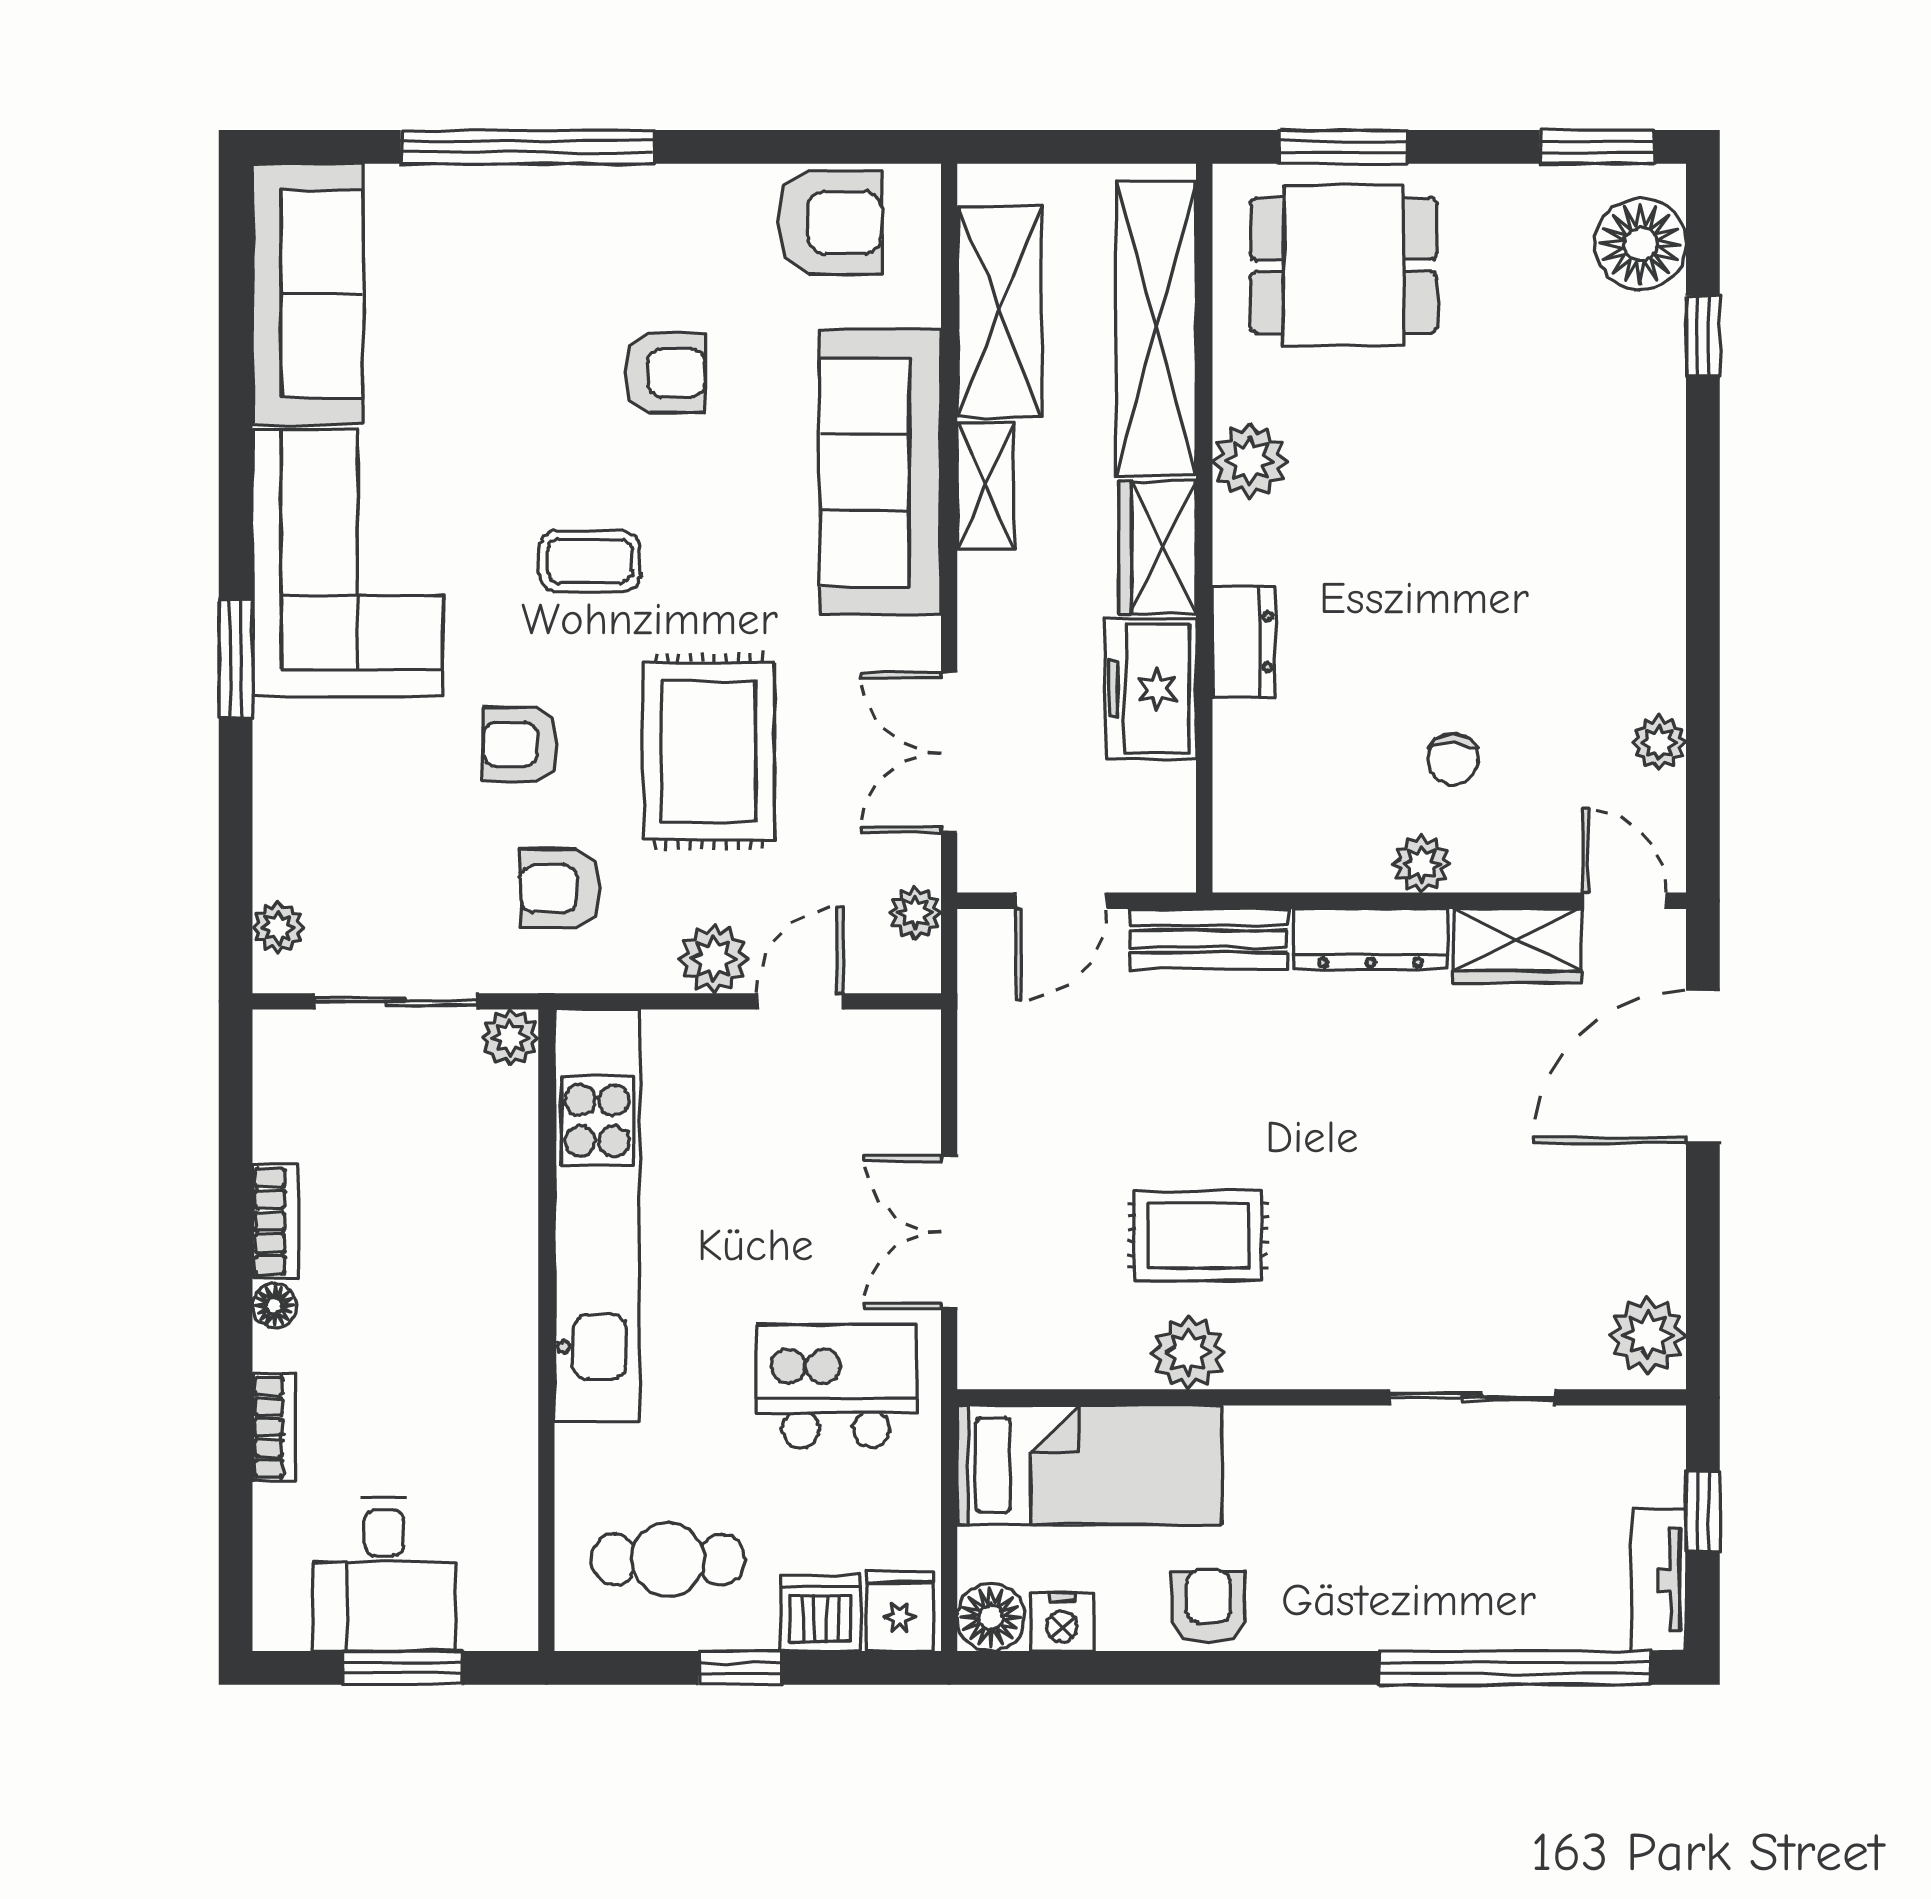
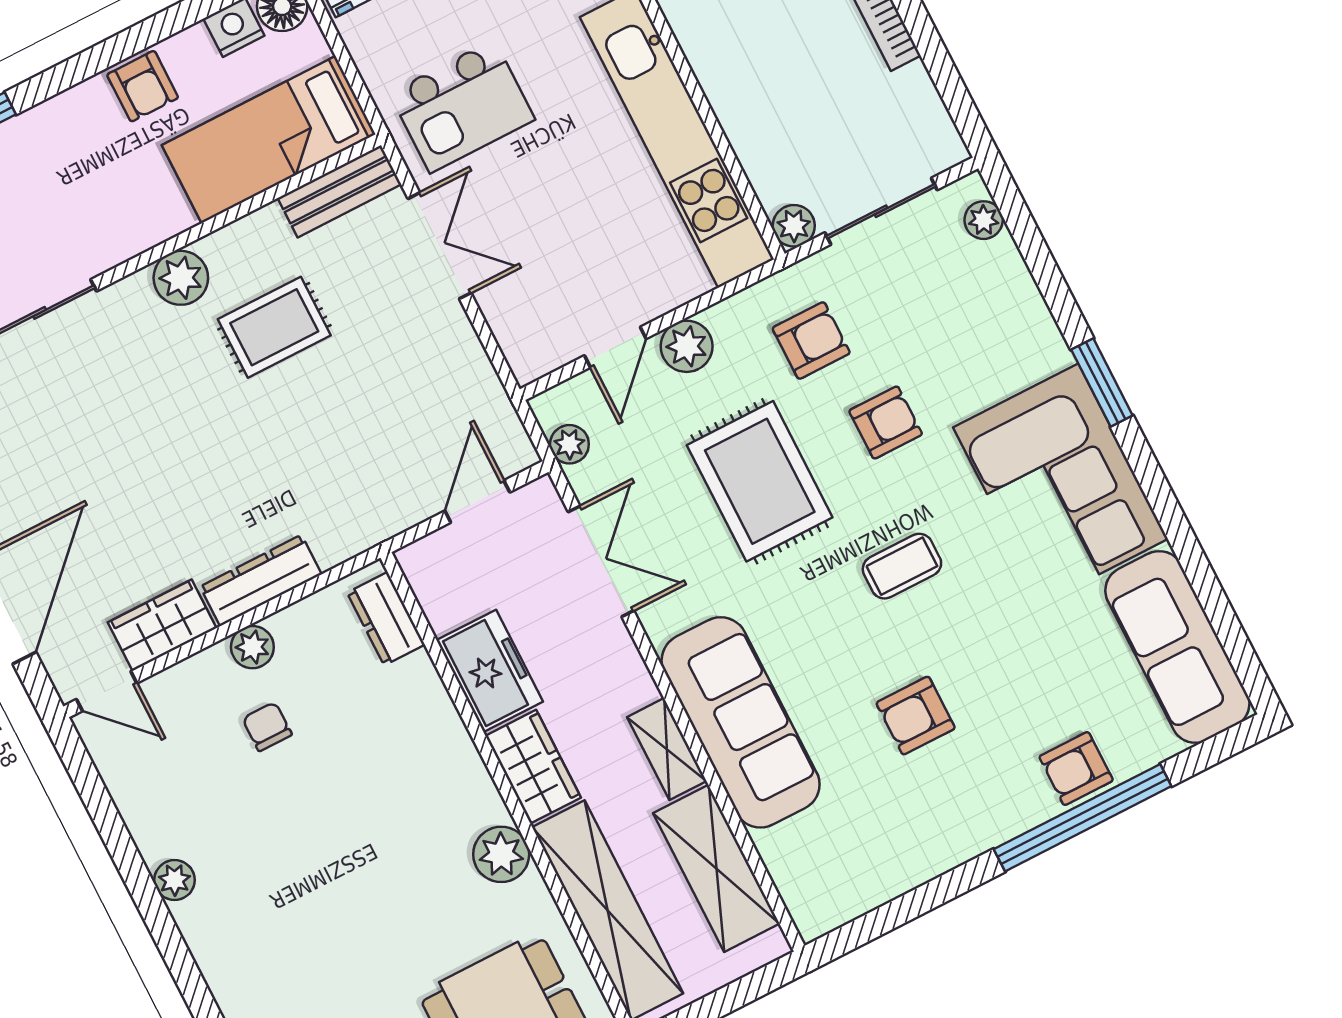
armchair: (830, 222) -> (1076, 769), moved, width x0.72, depth x0.72
dresser: (1243, 642) -> (386, 619), moved
plant: (1659, 743) -> (175, 880), moved
bench: (1209, 939) -> (339, 191), moved
plant: (1188, 1353) -> (181, 278), moved

